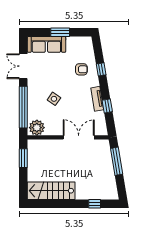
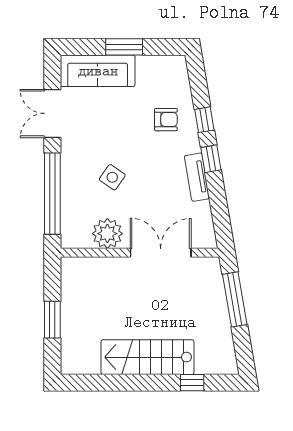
window: (107, 106) -> (211, 159), moved
plant: (37, 128) -> (107, 234), moved
window: (23, 158) -> (52, 320), moved
stairs: (51, 191) -> (147, 357), moved

